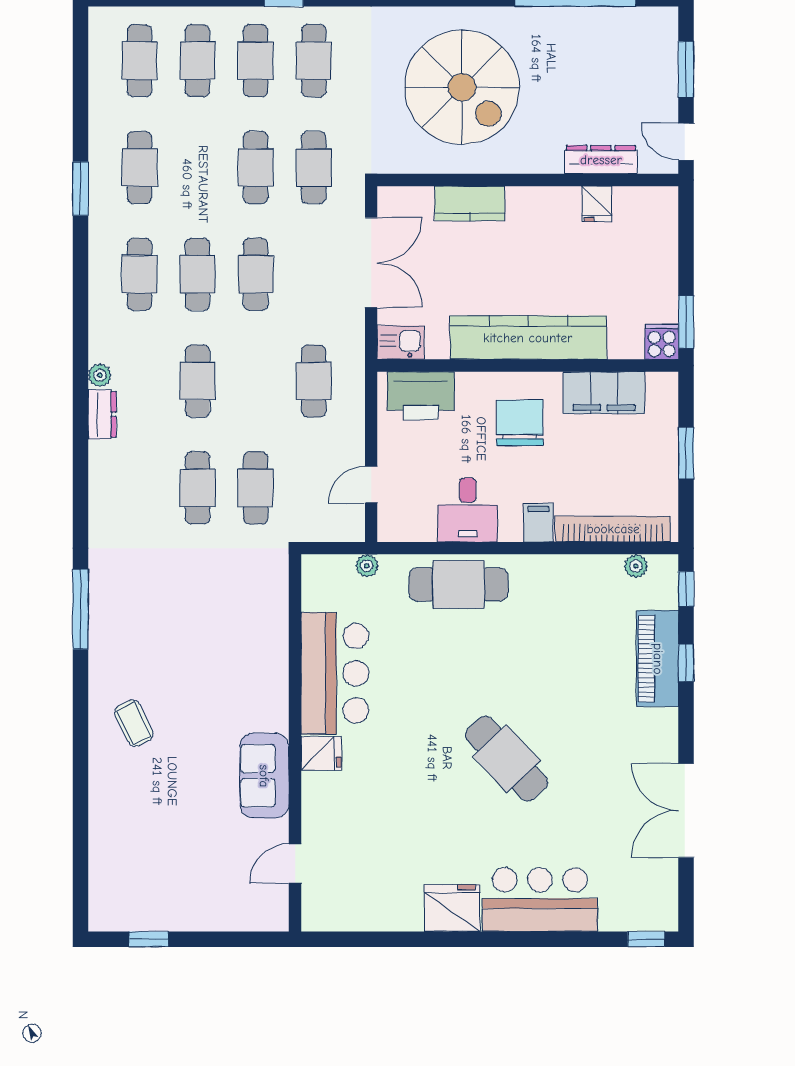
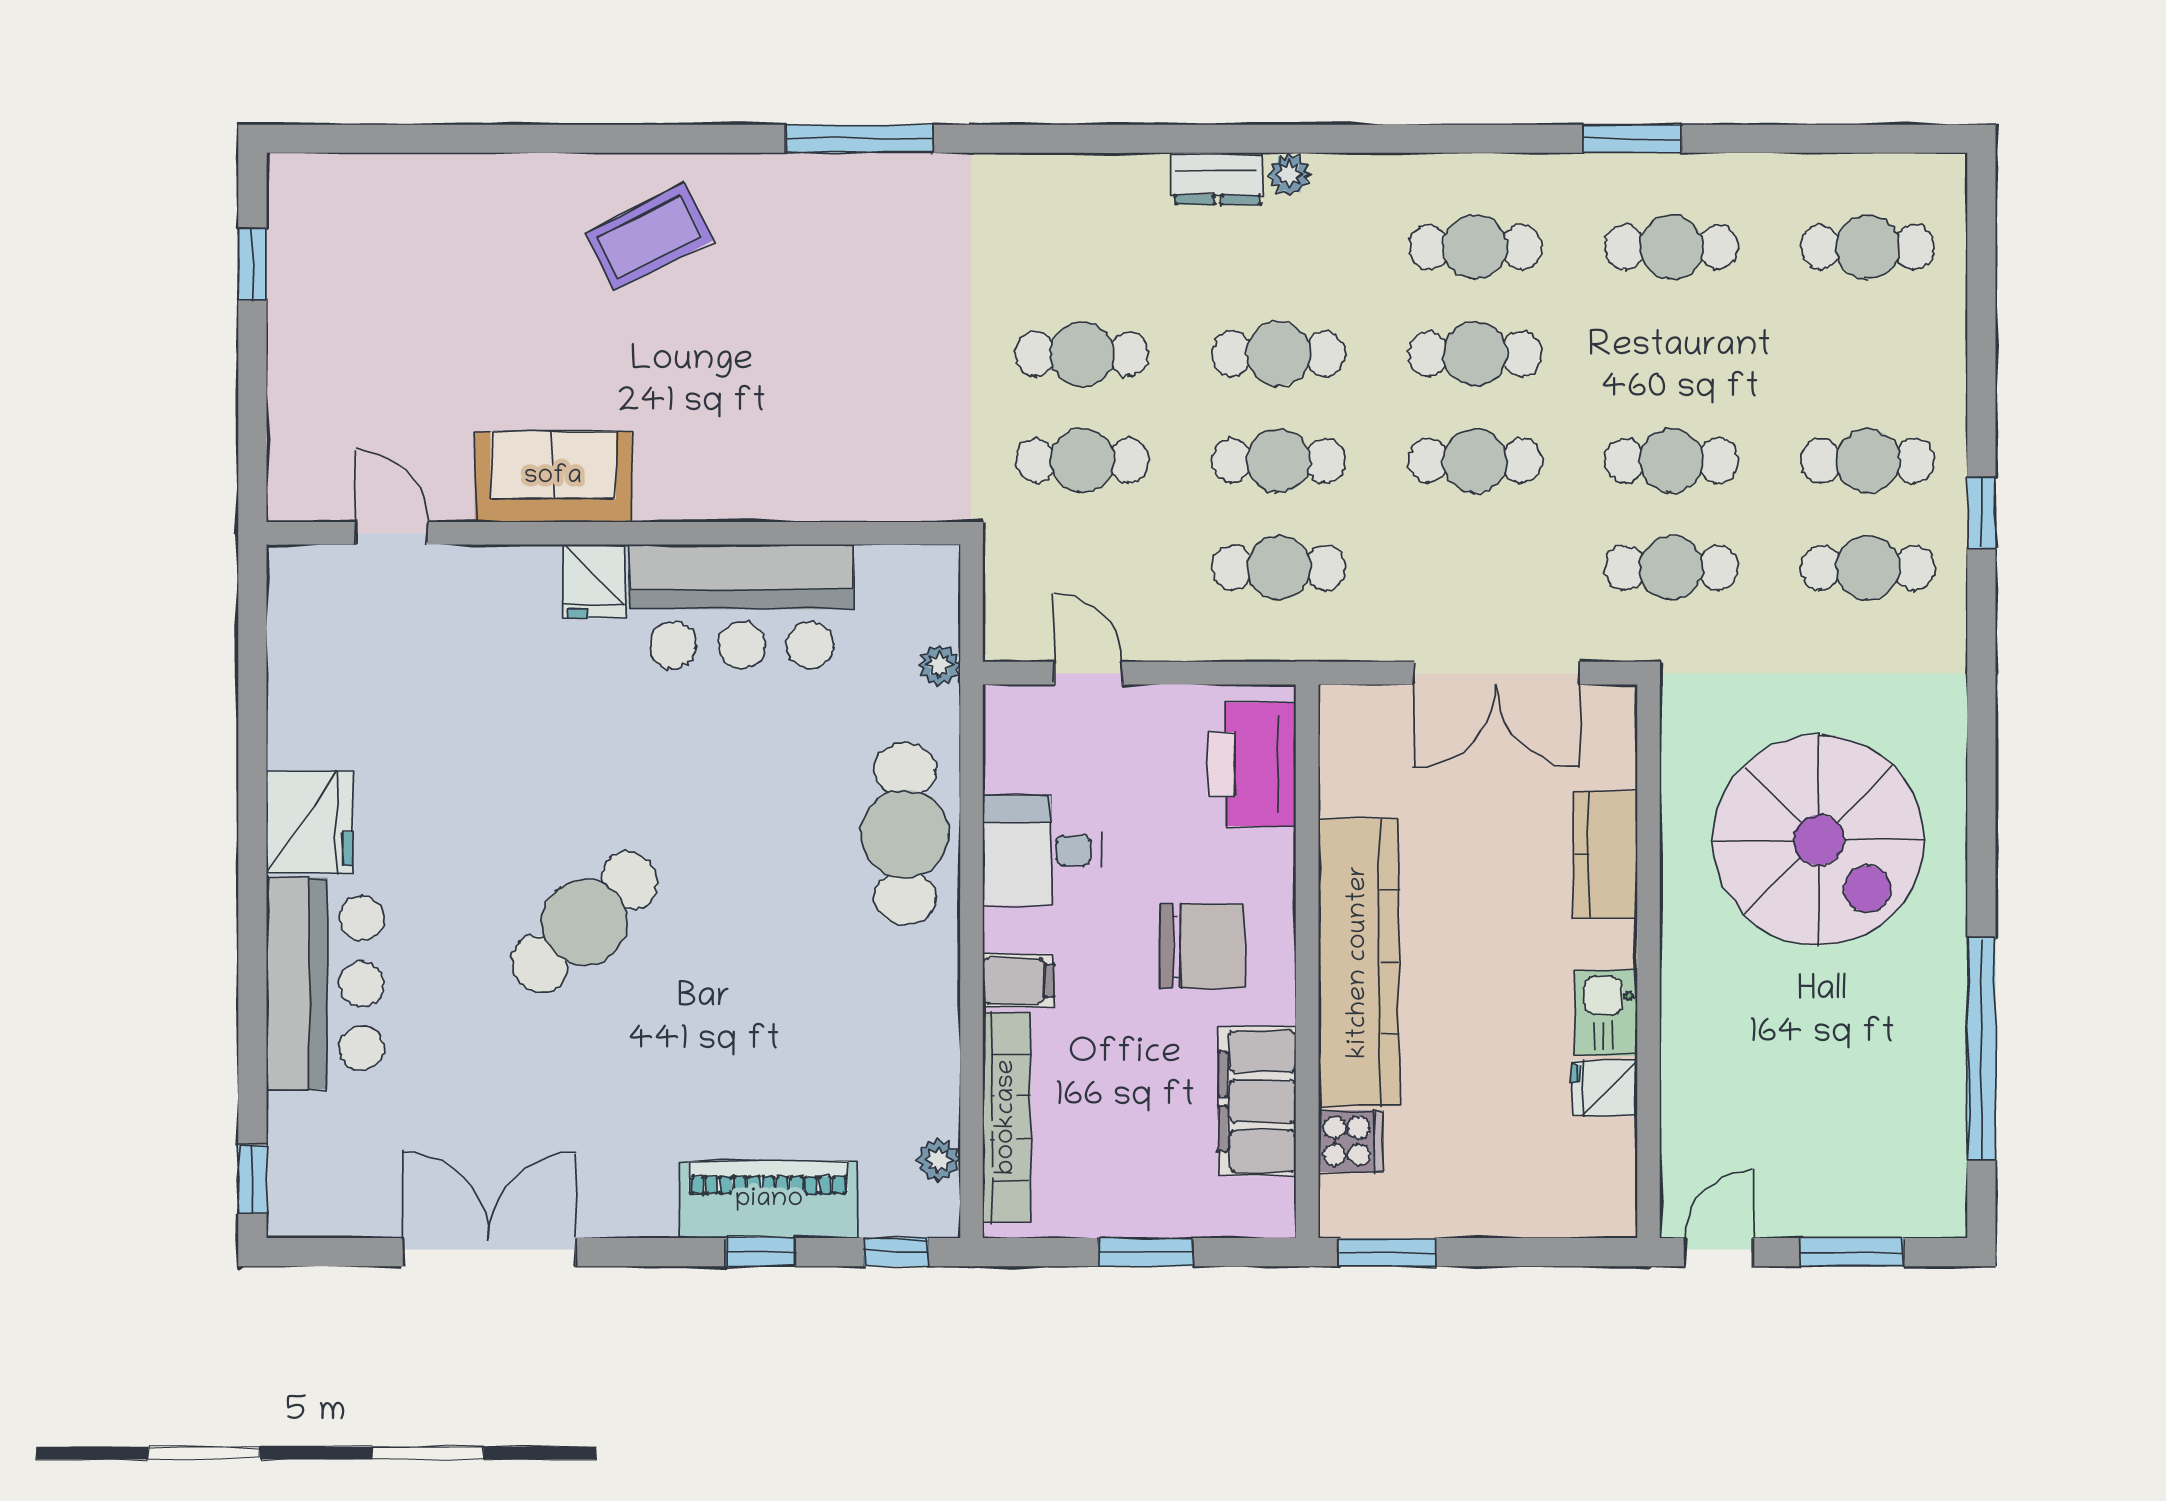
cafe table: (198, 61) -> (1279, 461), moved
spiral stairs: (462, 87) -> (1819, 840), turned -90
dresser: (601, 160) -> (1686, 1096), removed
cooker: (662, 342) -> (1351, 1141), moved
kitchen sink: (401, 343) -> (1606, 1013), moved, turned 180
coffee table: (134, 723) -> (650, 237), width x1.36, depth x1.30

